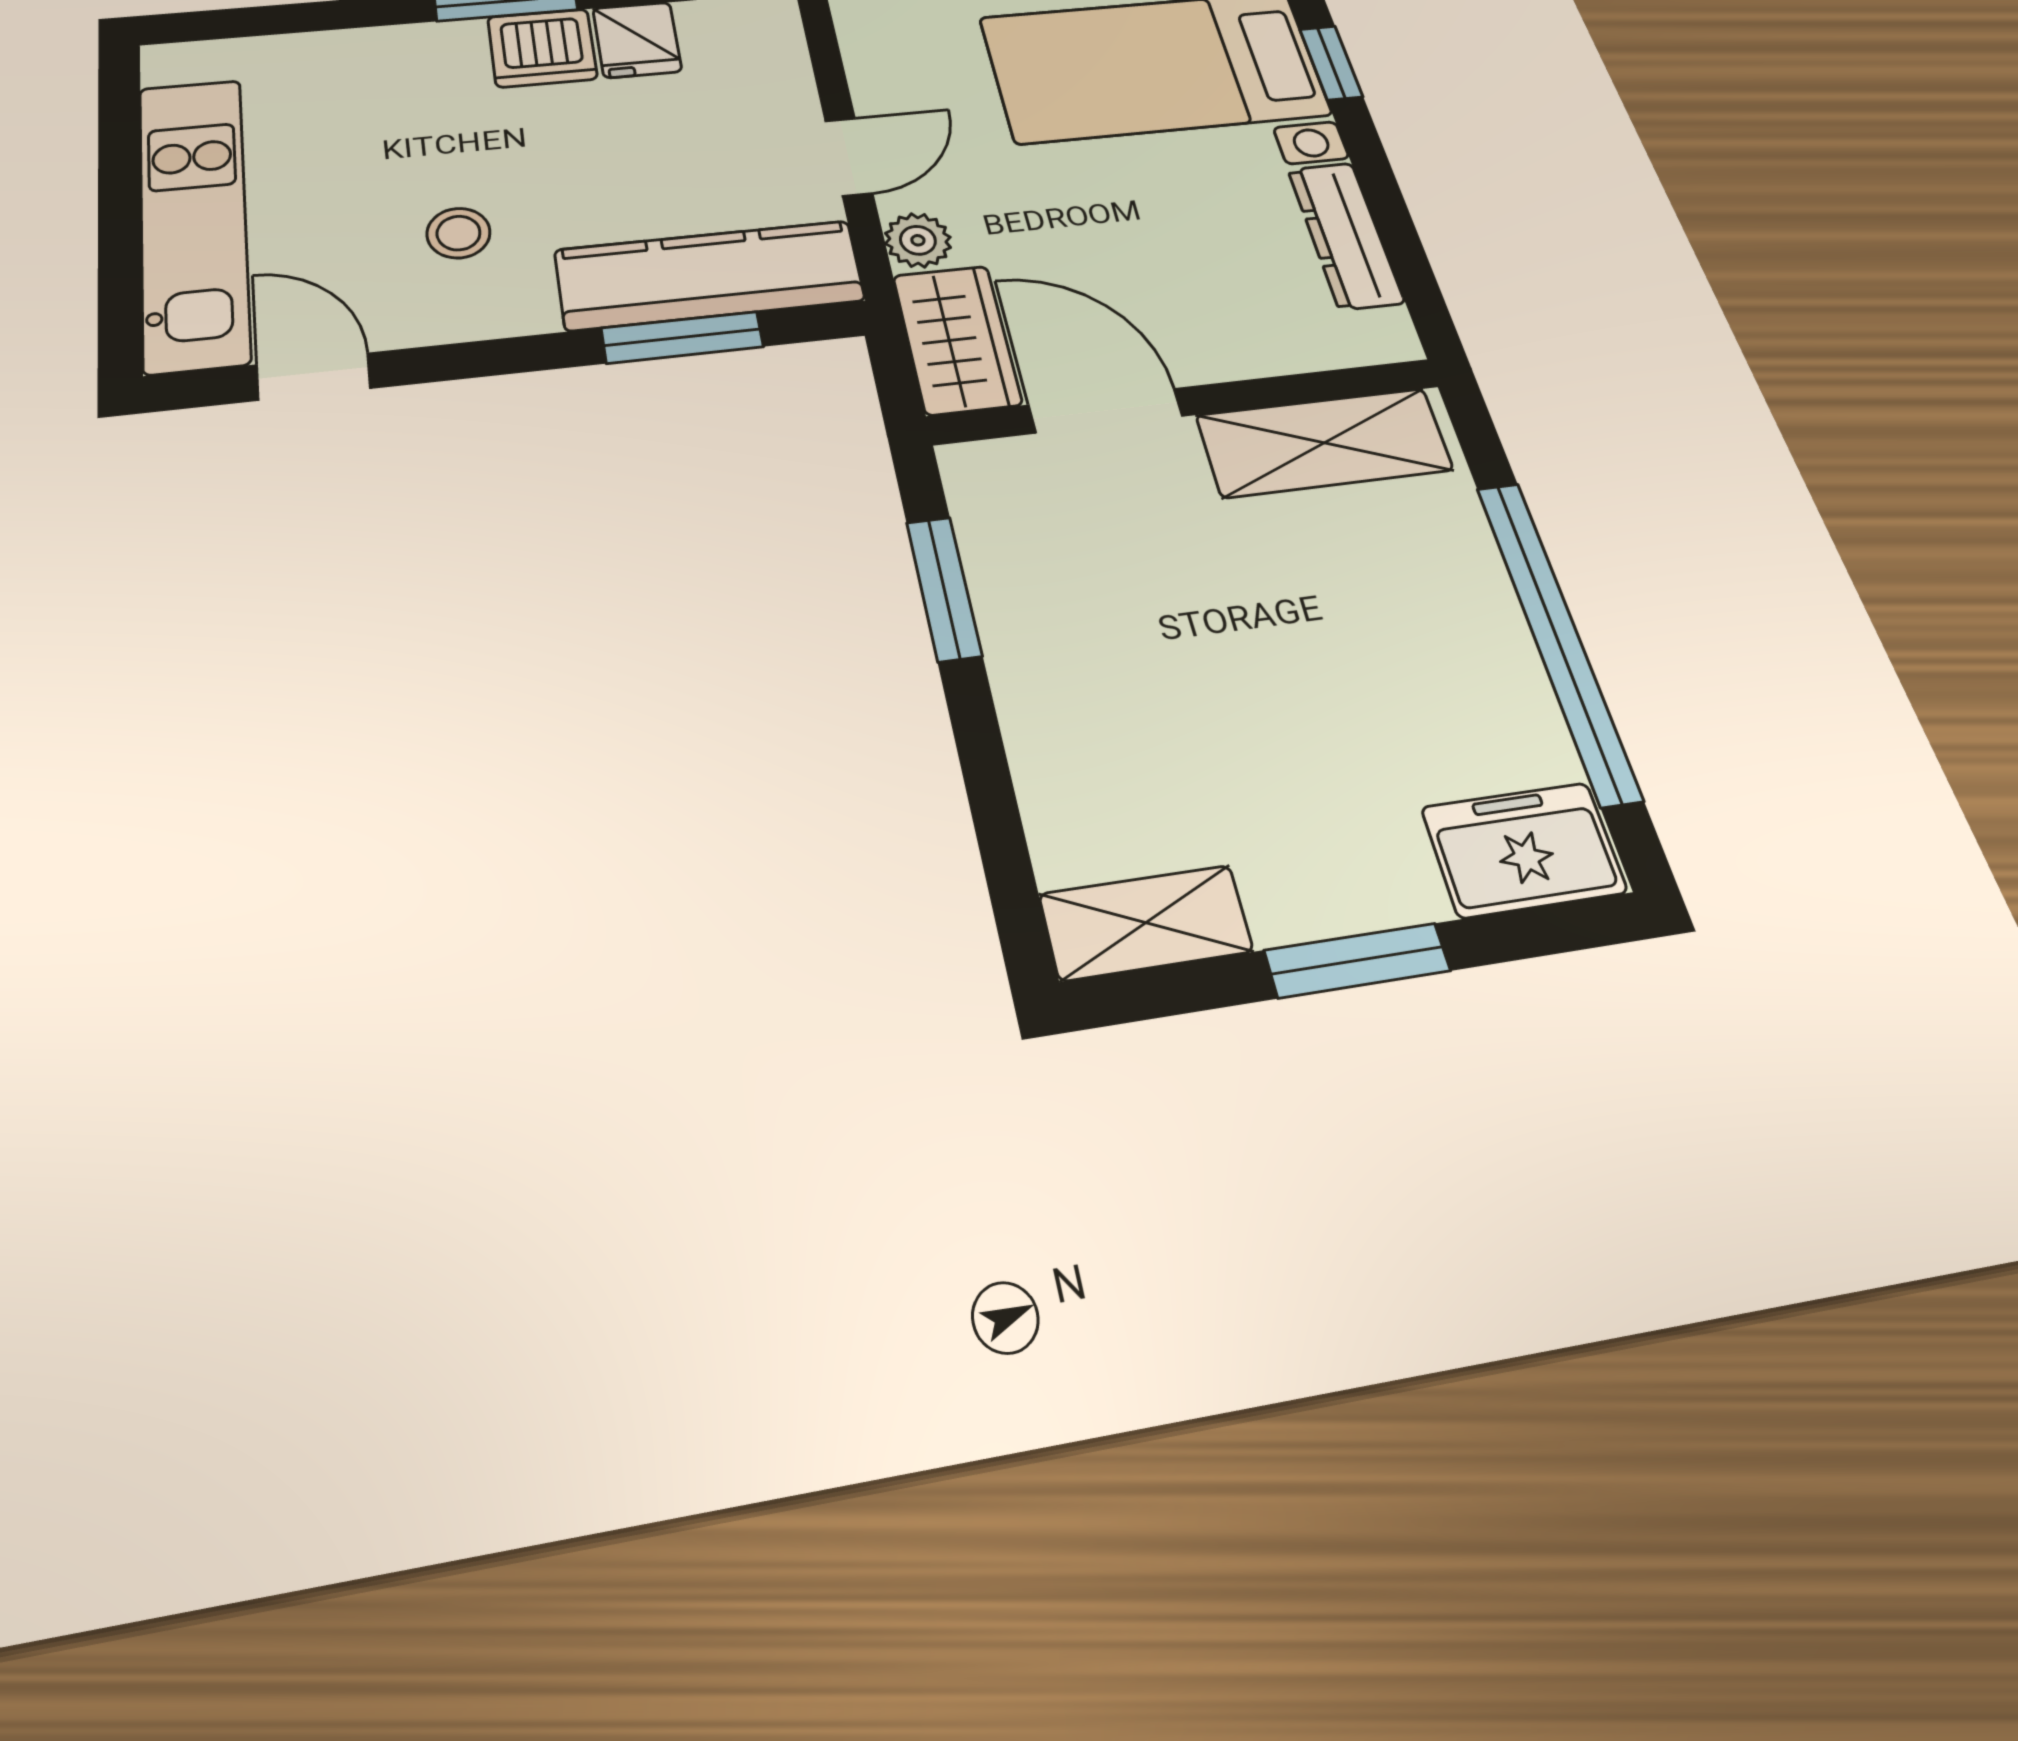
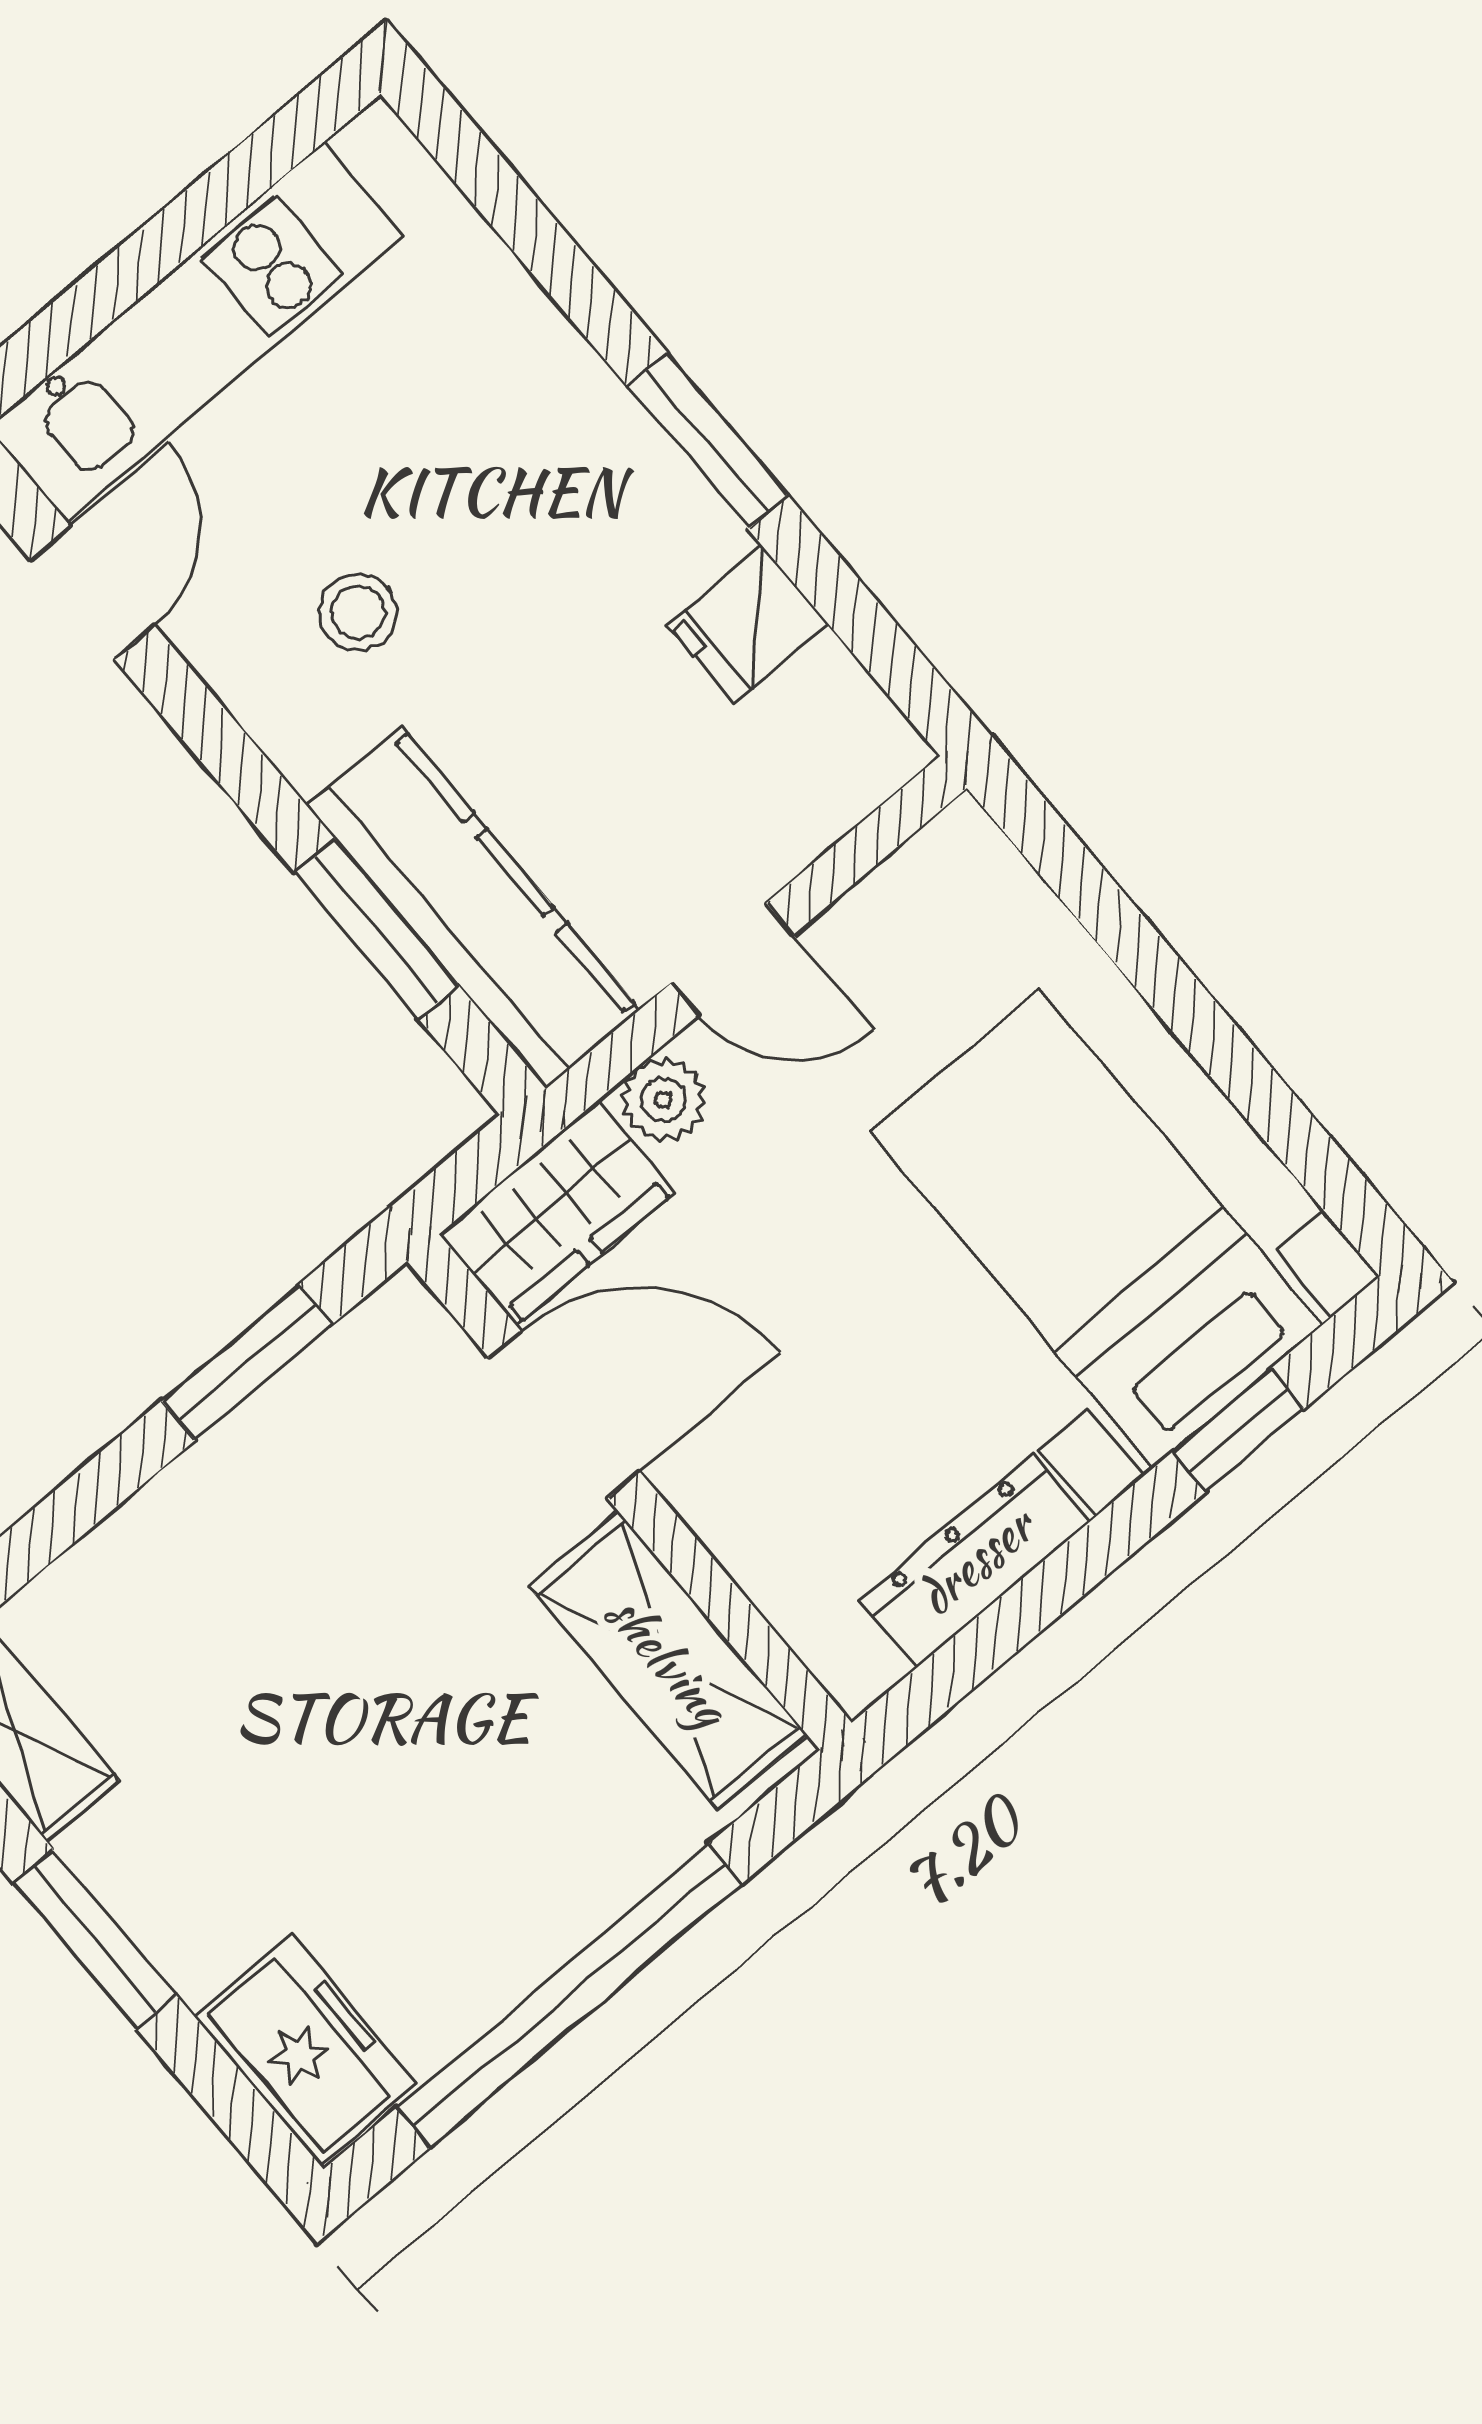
dishwasher: (542, 48) -> (666, 528), removed
door: (1106, 411) -> (564, 1415), hinge flipped

